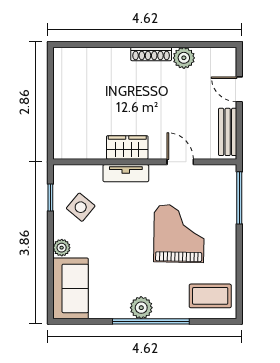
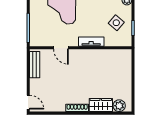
plant: (184, 58) -> (119, 106), moved
door: (239, 89) -> (28, 102), moved
wardrobe: (127, 147) -> (101, 105), moved, turned 180

